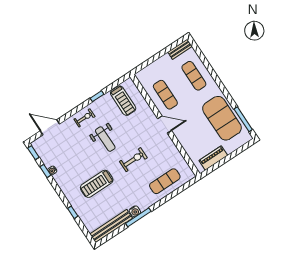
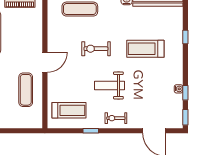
treadmill: (123, 101) -> (69, 110), turned 90
door: (165, 125) -> (45, 62), swing flipped
weight bench: (105, 139) -> (109, 85), turned -90
treadmill: (97, 184) -> (145, 49), turned 180

